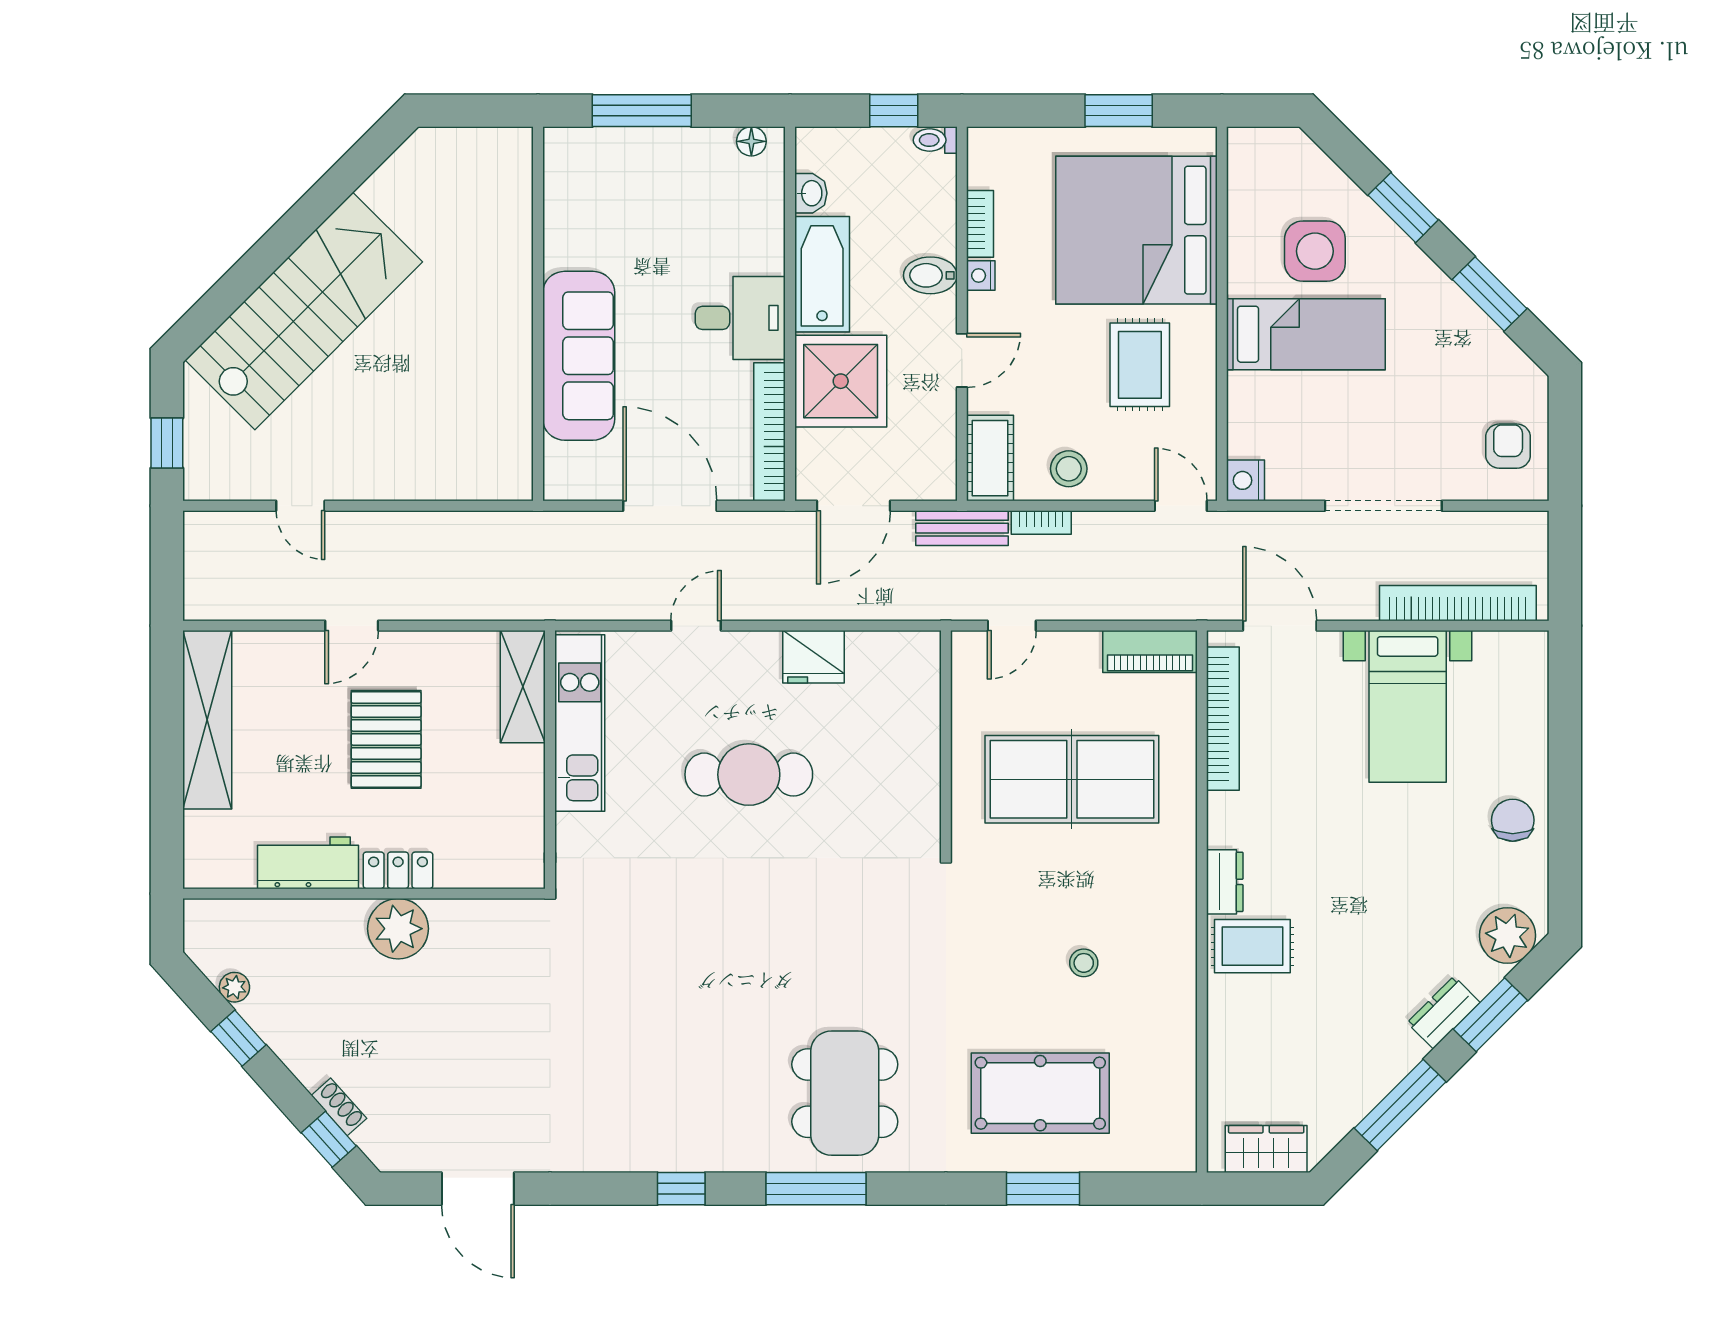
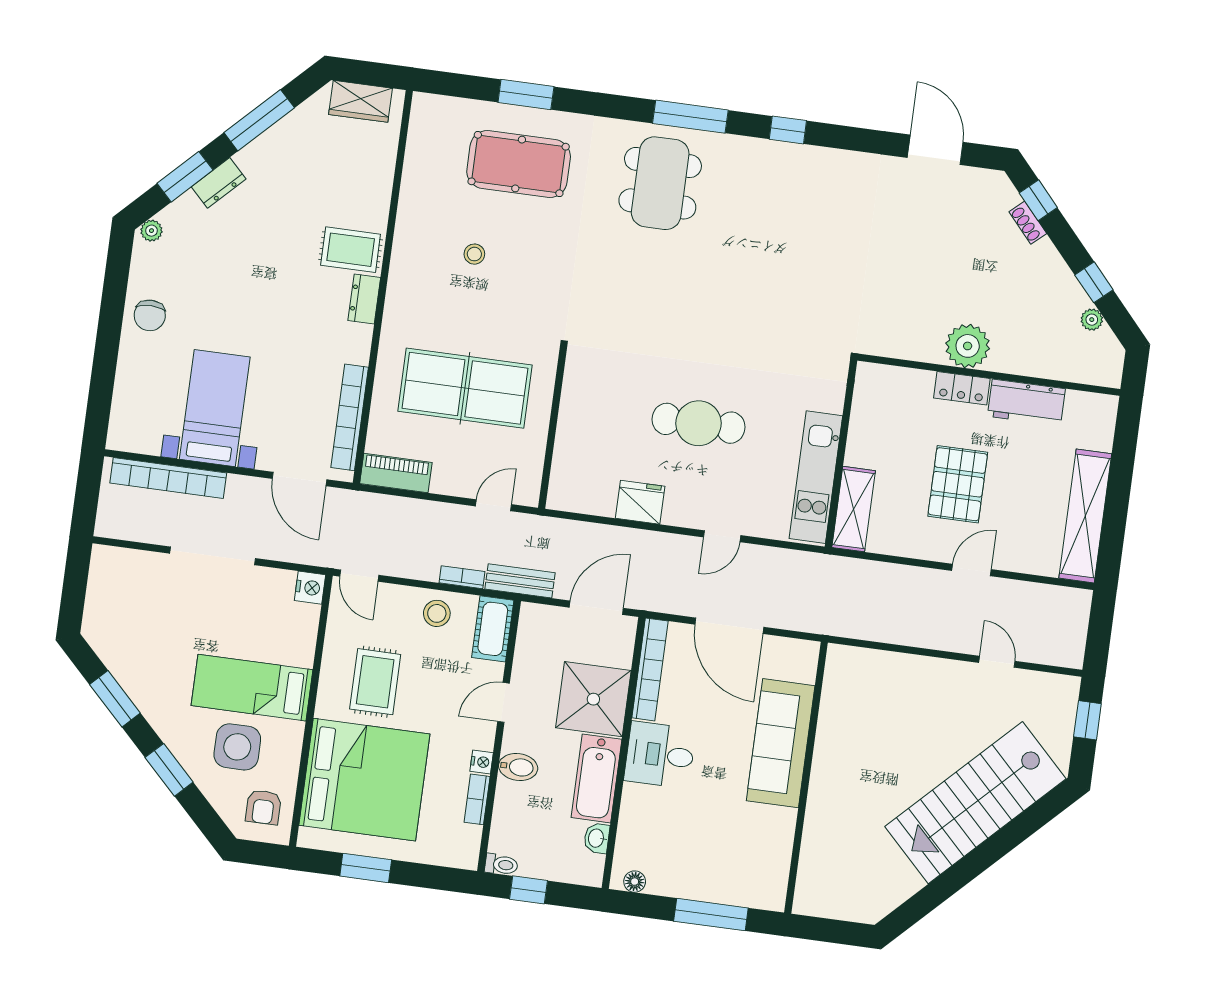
armchair: (1508, 446) -> (263, 807), moved
plant: (1507, 936) -> (151, 231), width x0.53, depth x0.53

